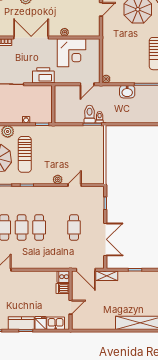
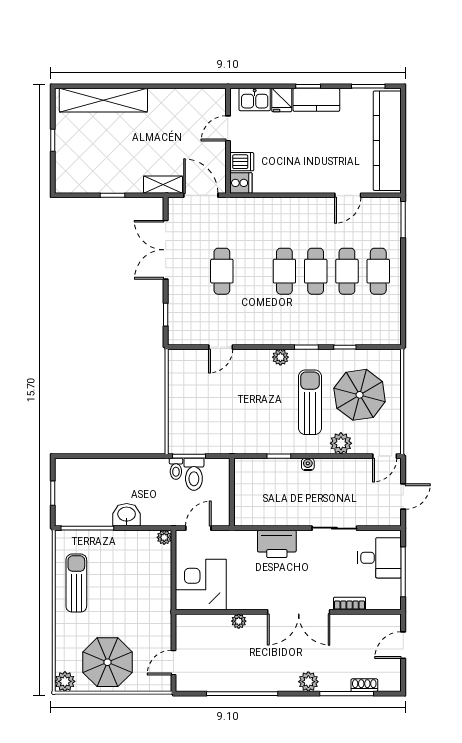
corner desk: (72, 53) -> (201, 584), moved
wall: (53, 104) -> (232, 492), moved
plant: (58, 180) -> (280, 357), moved

